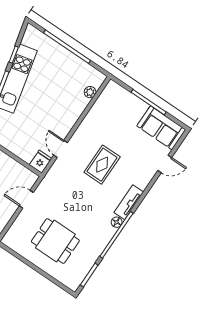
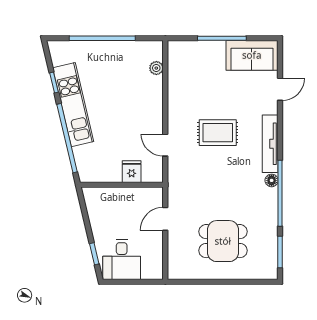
fridge: (41, 162) -> (132, 172), moved
rug: (102, 165) -> (218, 133), turned 90
tv unit: (129, 202) -> (270, 144), width x1.41

